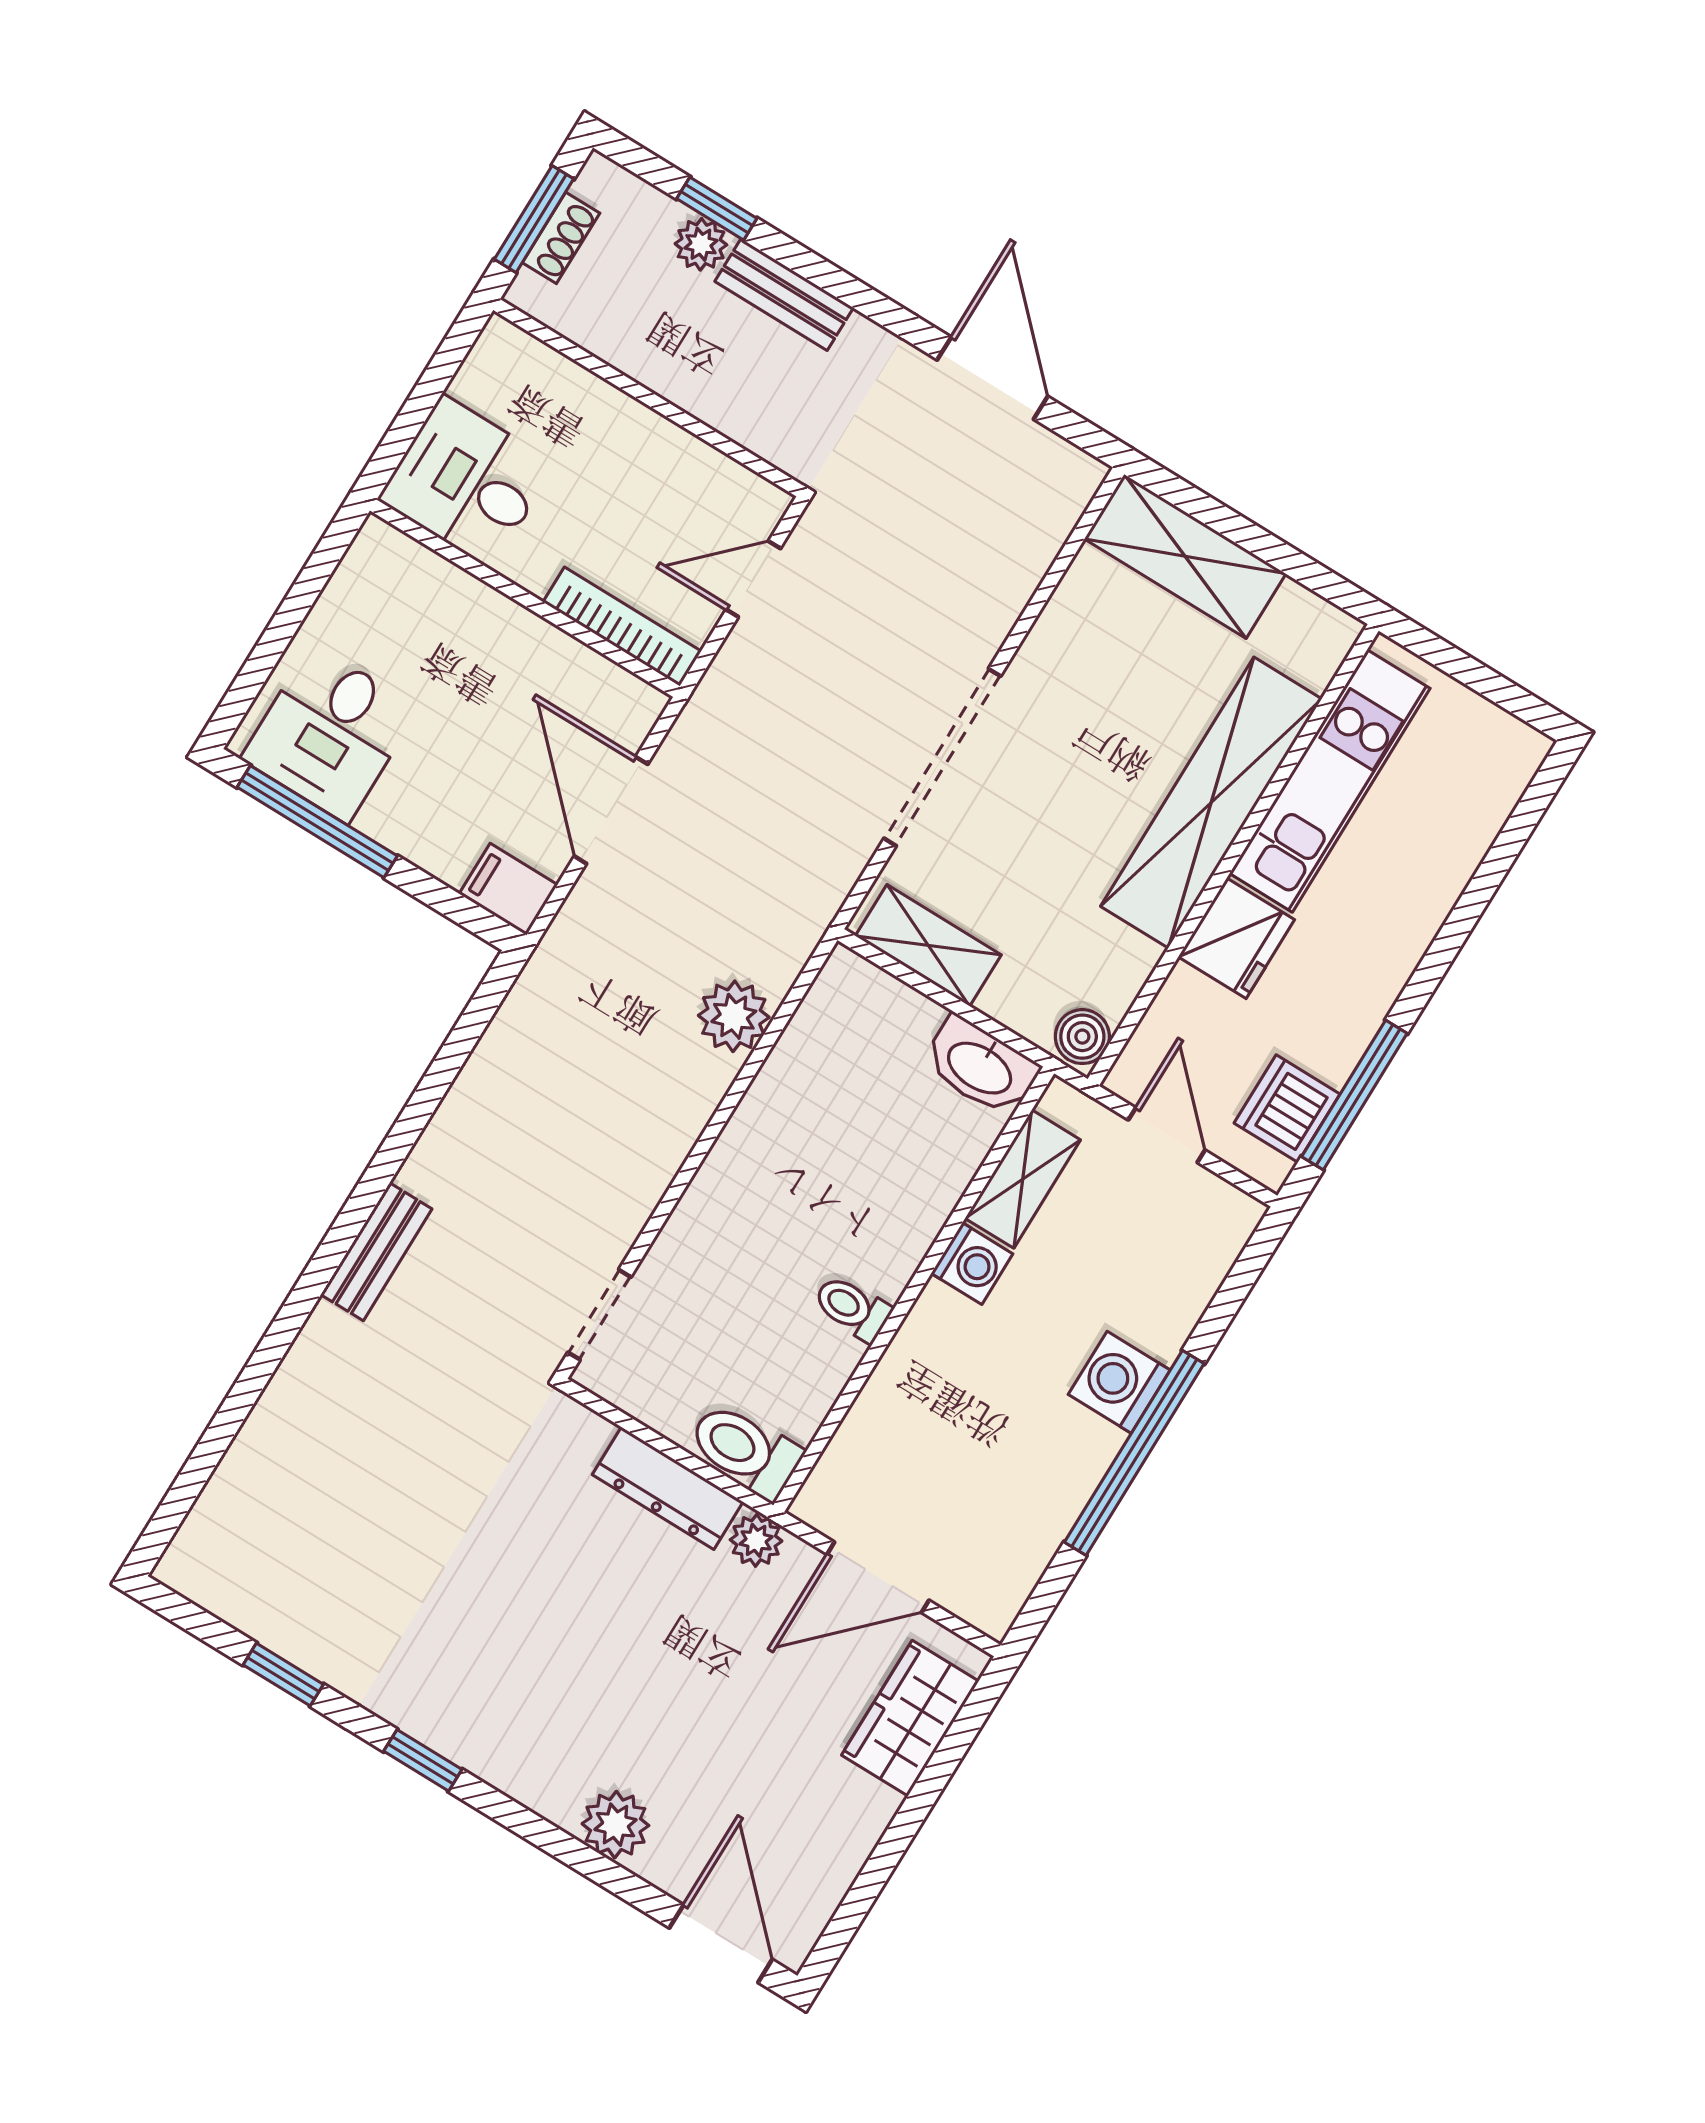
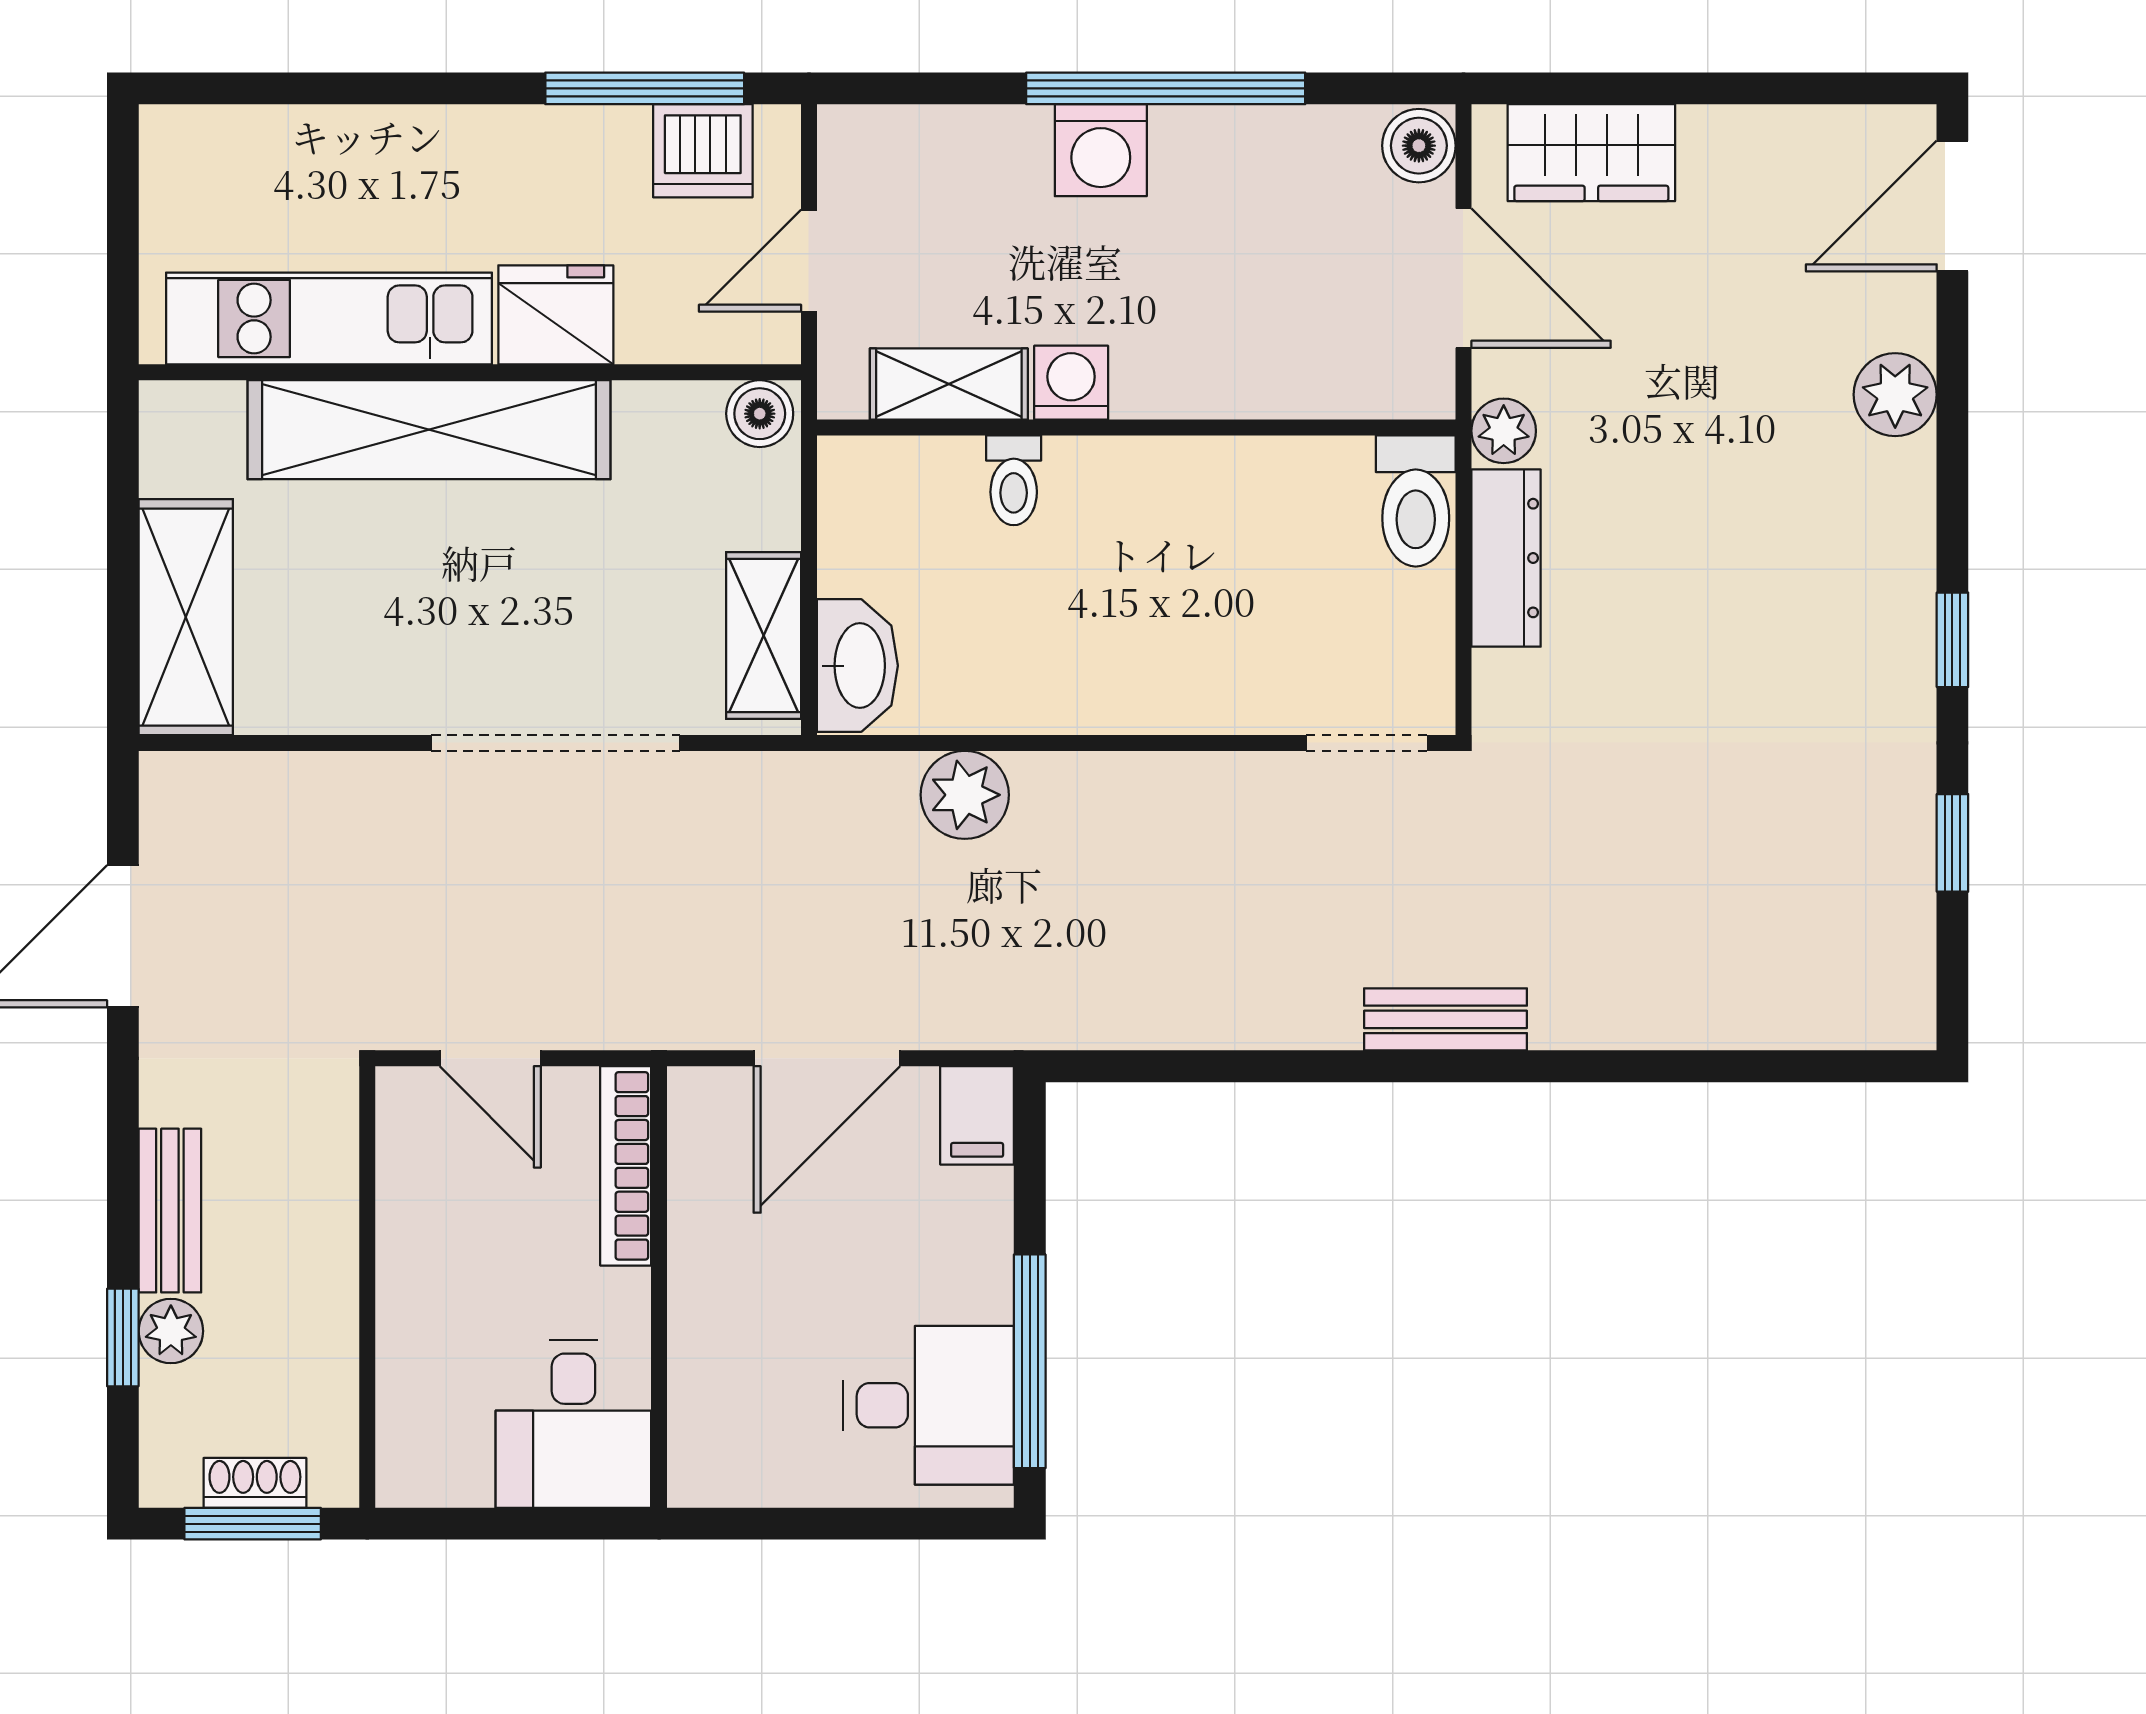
washbasin: (981, 1066) -> (857, 666), moved
toilet: (852, 1308) -> (1014, 480), moved
boiler: (988, 1603) -> (1419, 146), added

